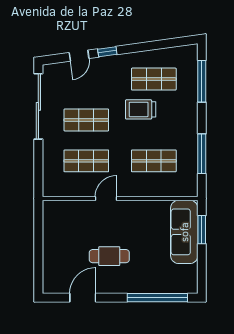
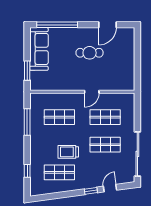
window: (202, 81) -> (27, 171), width x0.46
trolley: (141, 109) -> (68, 152), turned 180
sofa: (184, 232) -> (39, 49), moved

